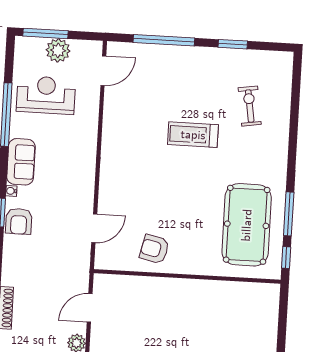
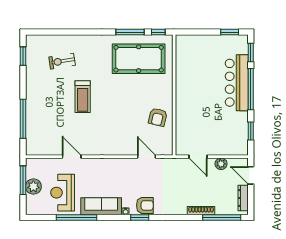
window: (45, 33) -> (23, 180), moved
window: (233, 44) -> (23, 56), moved
door: (103, 71) -> (72, 157), moved
sofa: (21, 162) -> (101, 206), width x1.36

